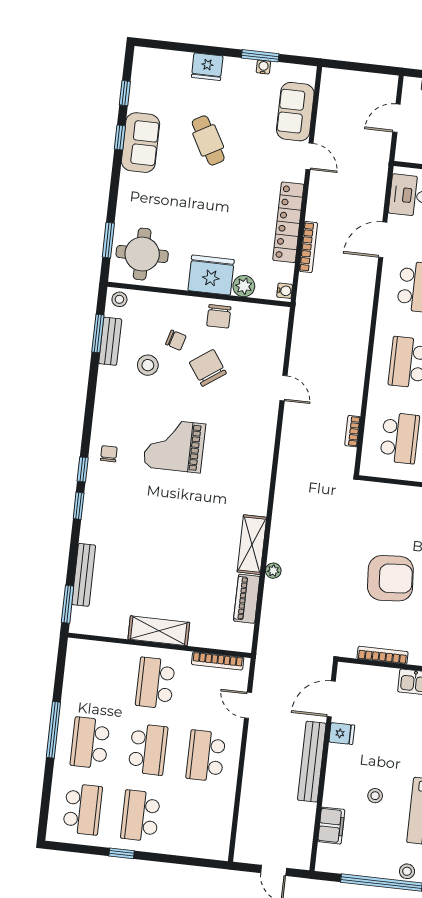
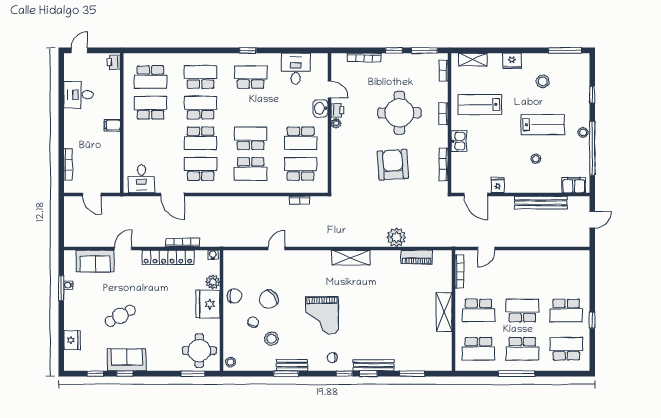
fridge: (207, 67) -> (72, 340), moved
window: (98, 334) -> (286, 374), moved
bench: (110, 341) -> (292, 365), moved
shelving: (252, 545) -> (351, 258), moved
plant: (273, 571) -> (396, 237), width x1.87, depth x1.87
bench: (84, 575) -> (373, 365), moved
window: (68, 604) -> (412, 374), moved
school desk: (206, 756) -> (478, 349), moved
bench: (312, 762) -> (541, 203), moved
filing cabinet: (331, 826) -> (574, 185), moved

